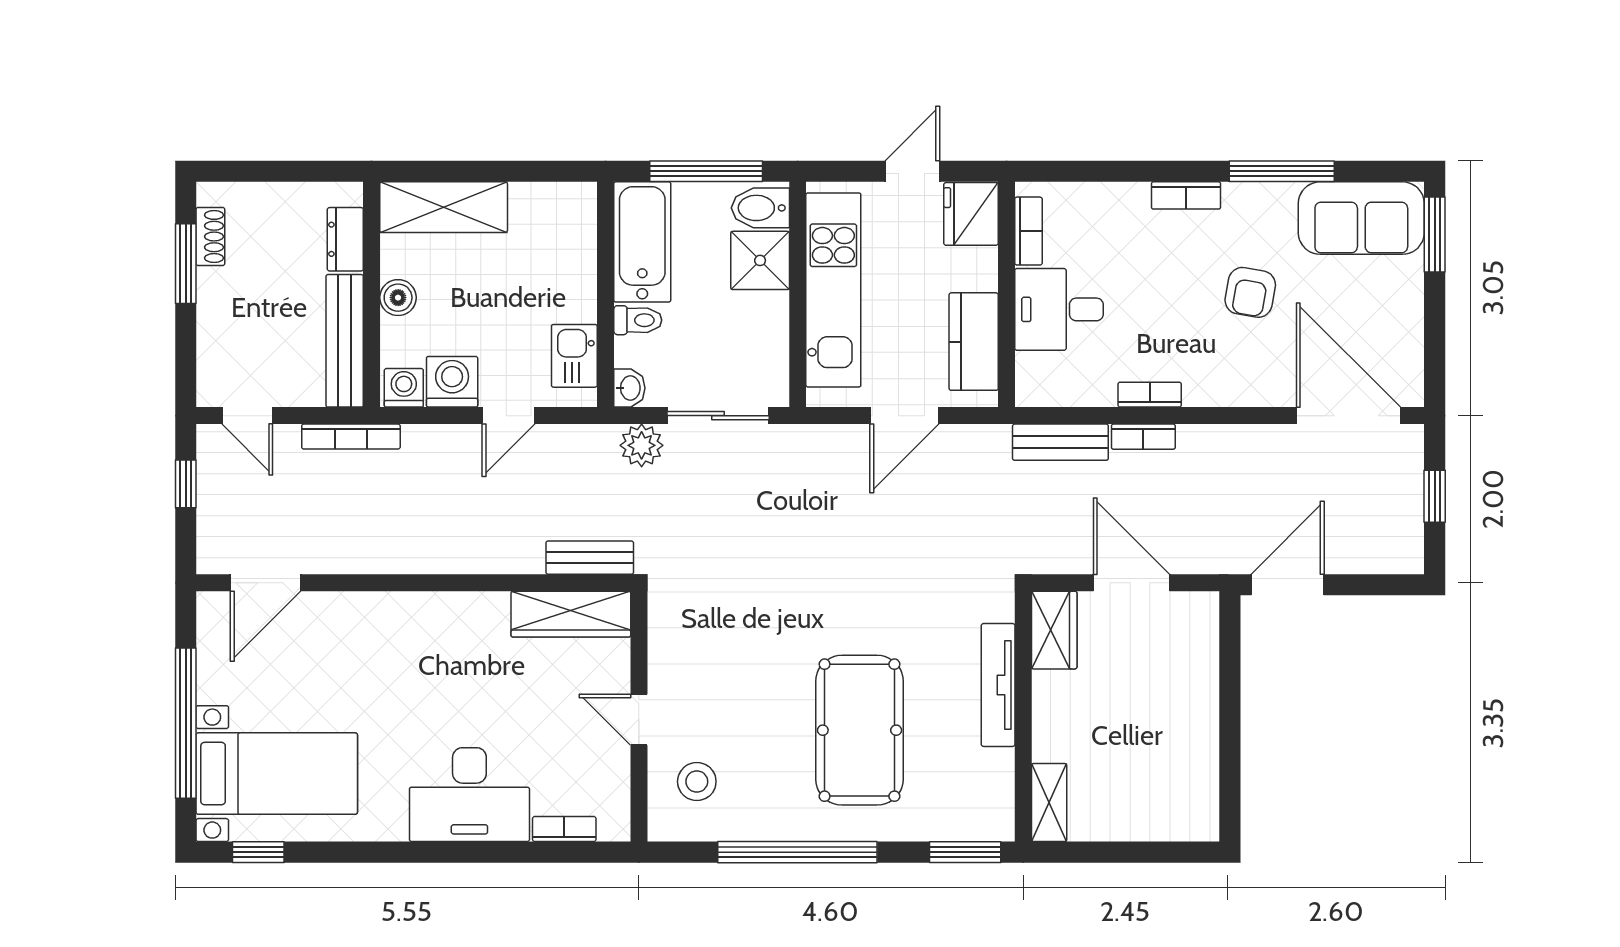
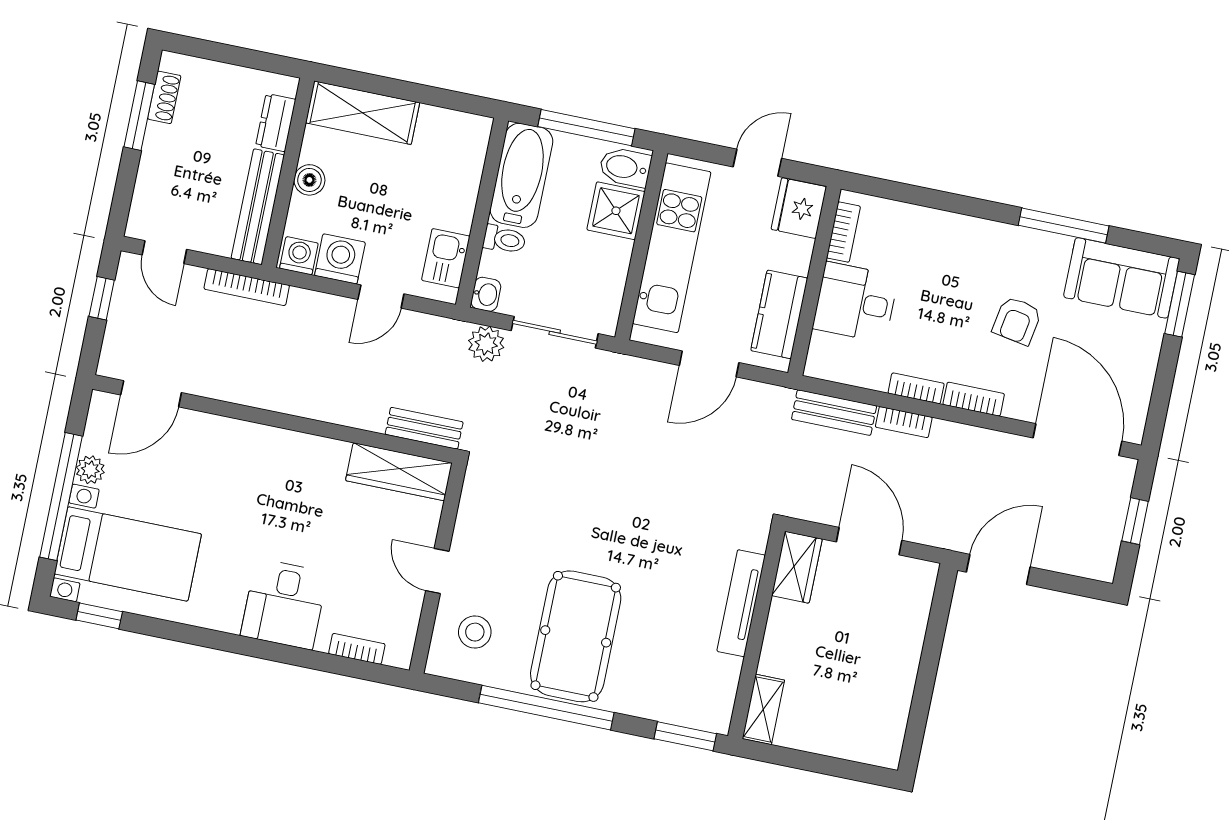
bookcase: (1186, 195) -> (974, 399), moved, turned 180
plant: (213, 685) -> (90, 470), added
pool table: (859, 730) -> (576, 636), moved
desk: (469, 795) -> (284, 604), width x0.73

